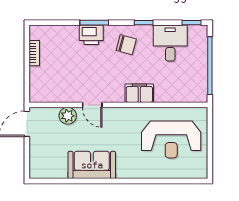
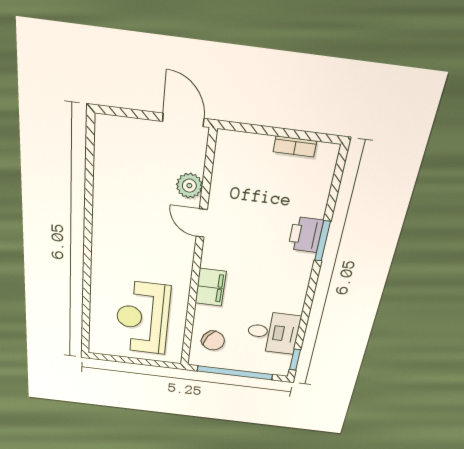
window: (144, 23) -> (308, 305), removed
chair: (126, 45) -> (213, 341), moved, turned -74
door: (92, 105) -> (202, 223), hinge flipped
sofa: (92, 165) -> (112, 211), removed

